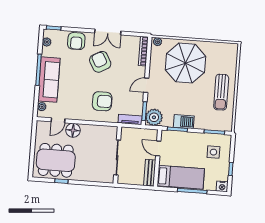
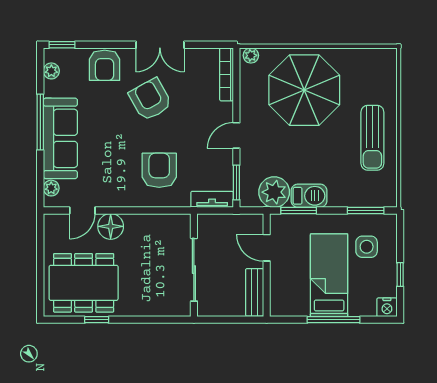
armchair: (102, 101) -> (159, 170), turned -90
plant: (154, 117) -> (274, 192), moved
bed: (181, 177) -> (329, 275), moved, turned -90

